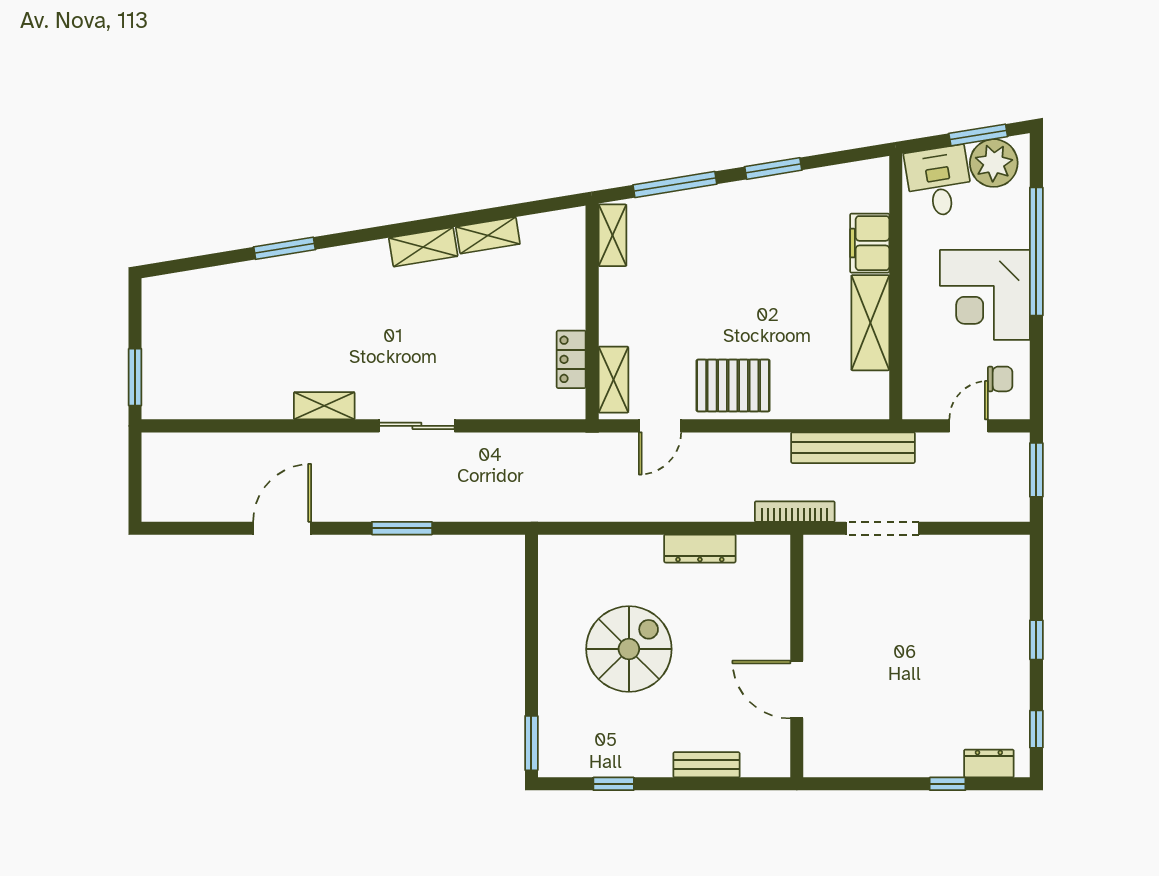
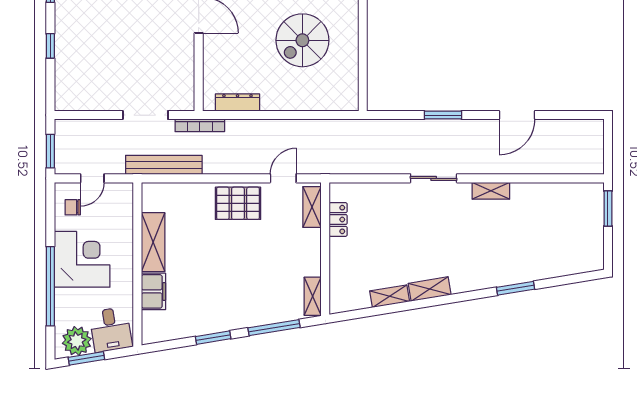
dresser: (700, 549) -> (237, 102), moved

